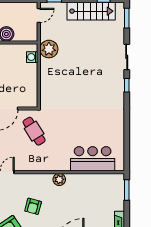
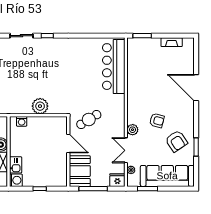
plant: (49, 49) -> (40, 106), moved
bar counter: (93, 159) -> (114, 67), width x1.36
plant: (59, 179) -> (133, 130), moved

